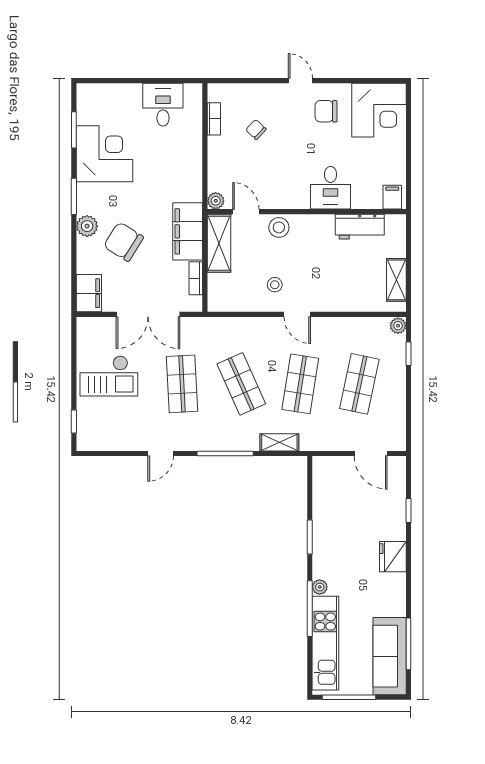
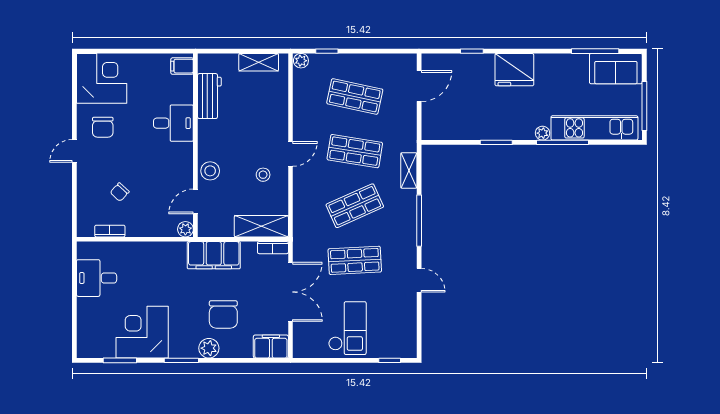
chair: (124, 242) -> (223, 314), turned -32
shelving: (219, 243) -> (261, 226), moved
bookcase: (196, 278) -> (273, 248), moved
fridge: (393, 557) -> (514, 70), width x1.36, depth x1.34
sofa: (390, 656) -> (616, 69), width x0.73

